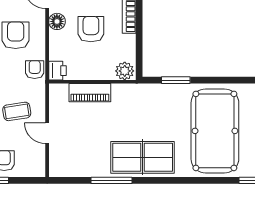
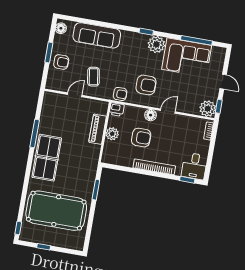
plant: (125, 71) -> (112, 134), moved

